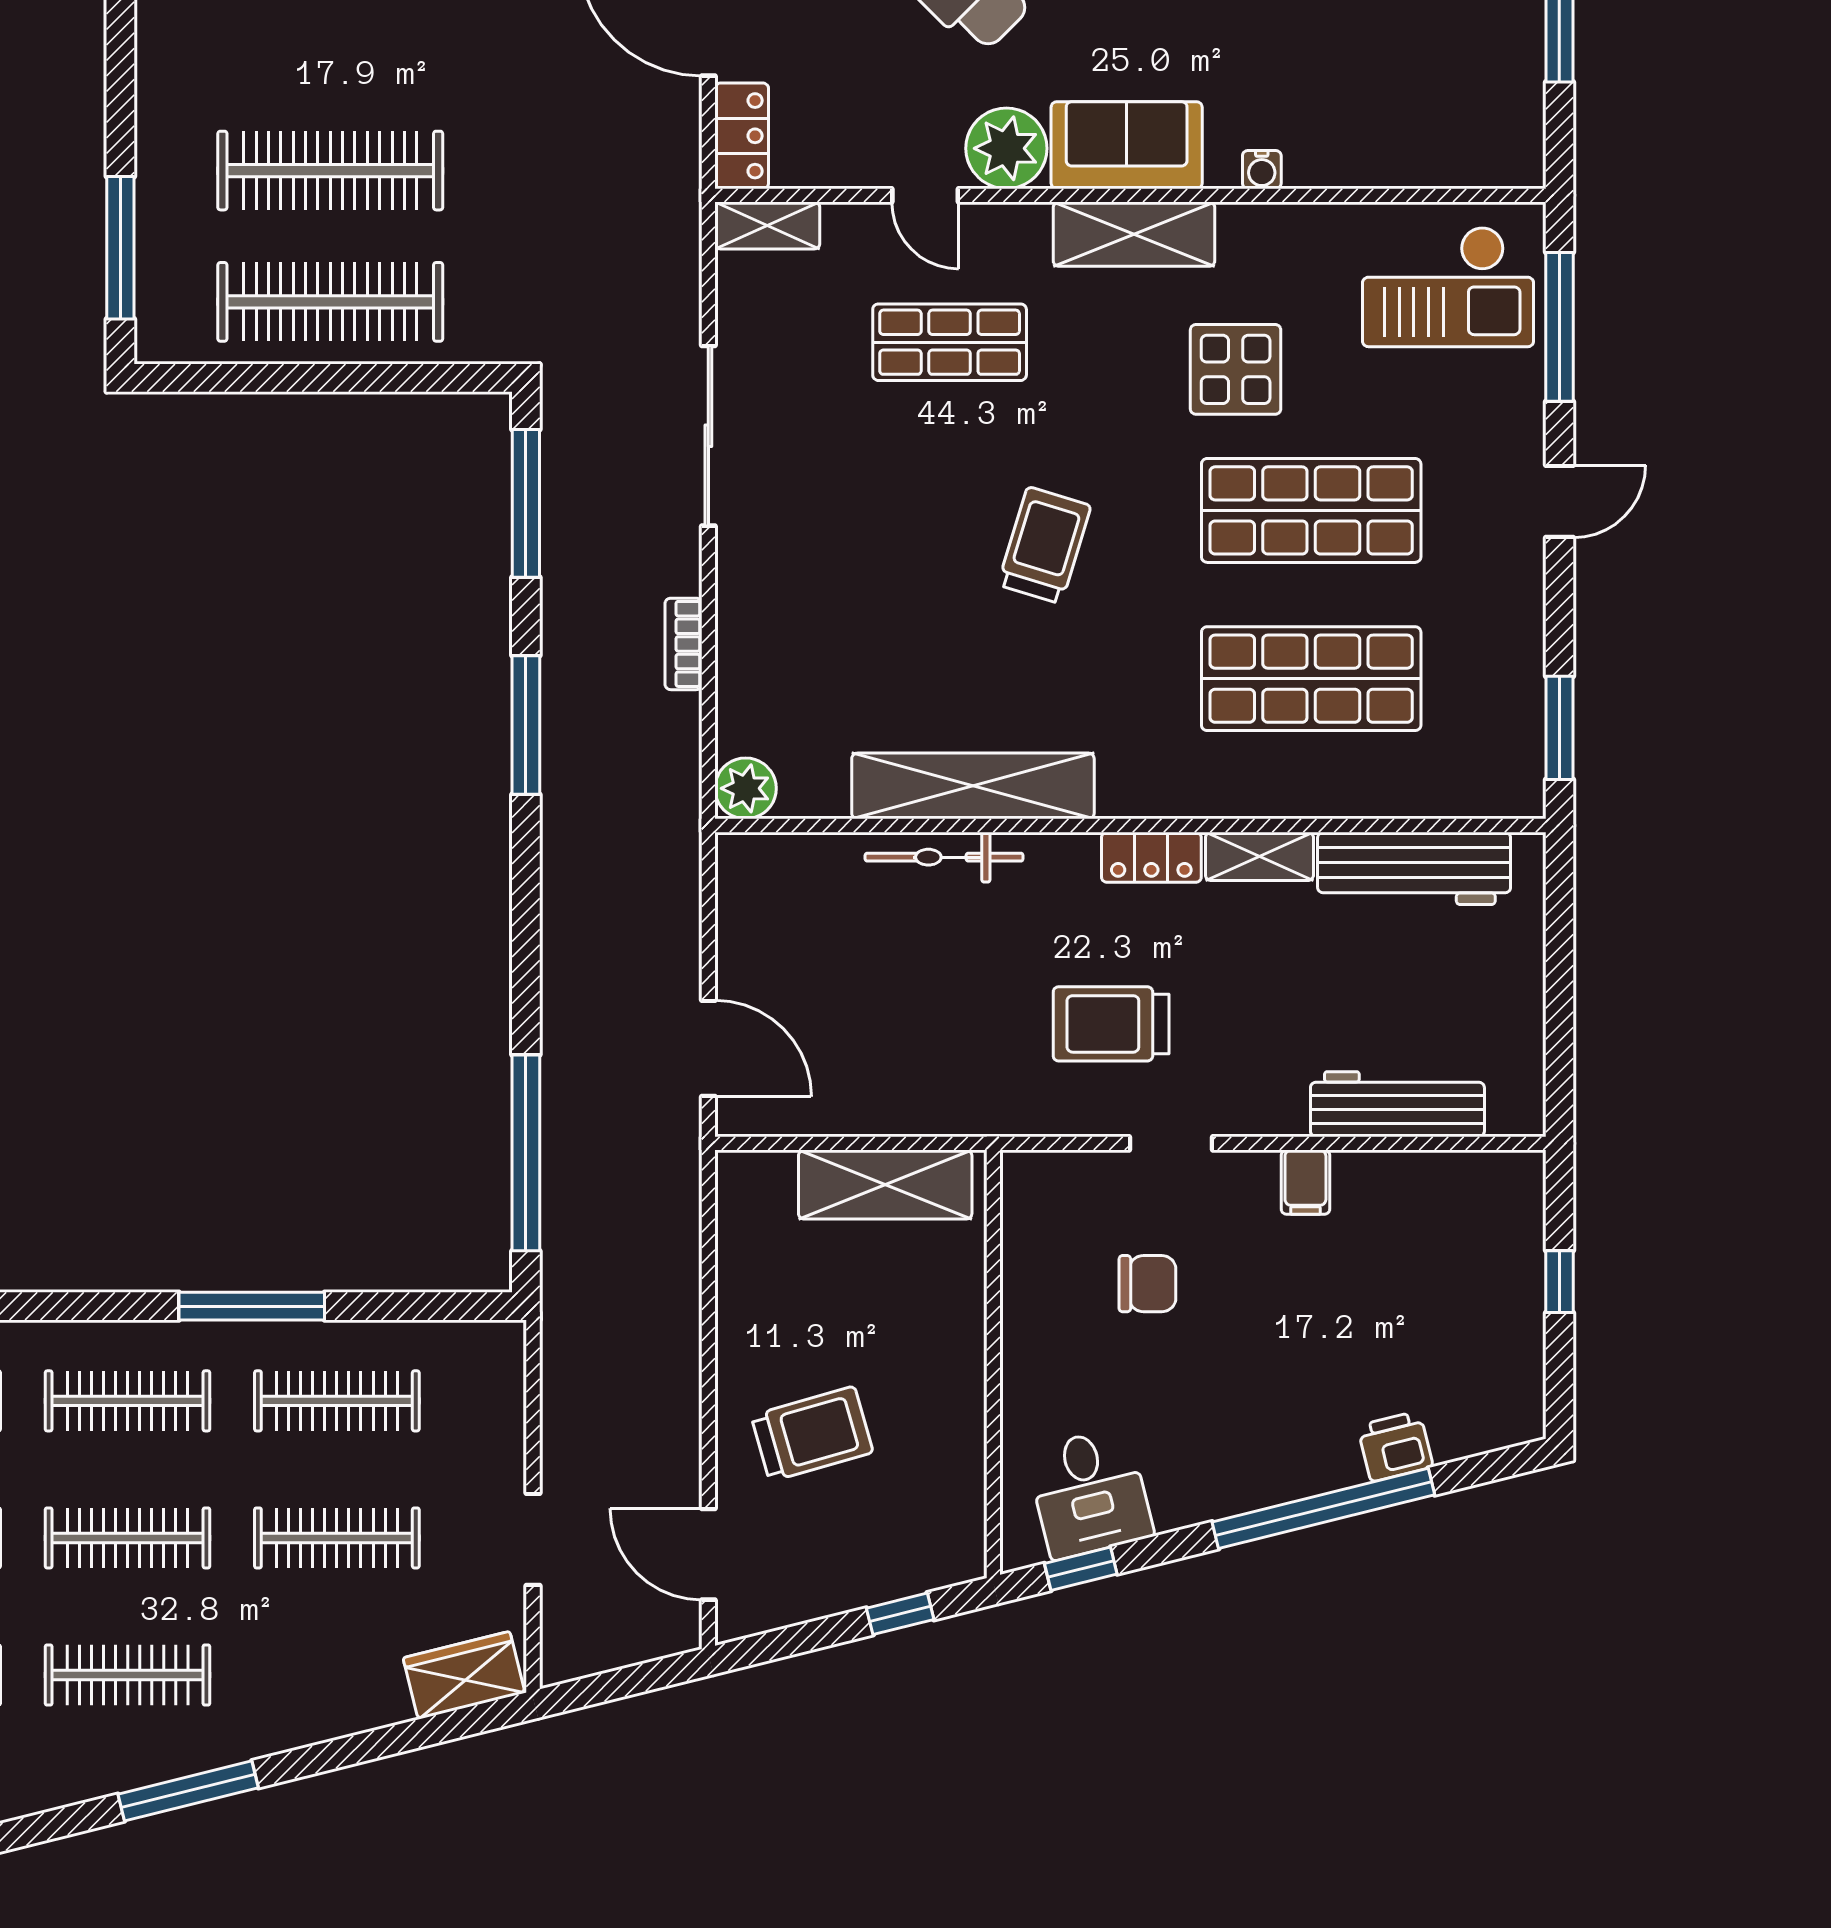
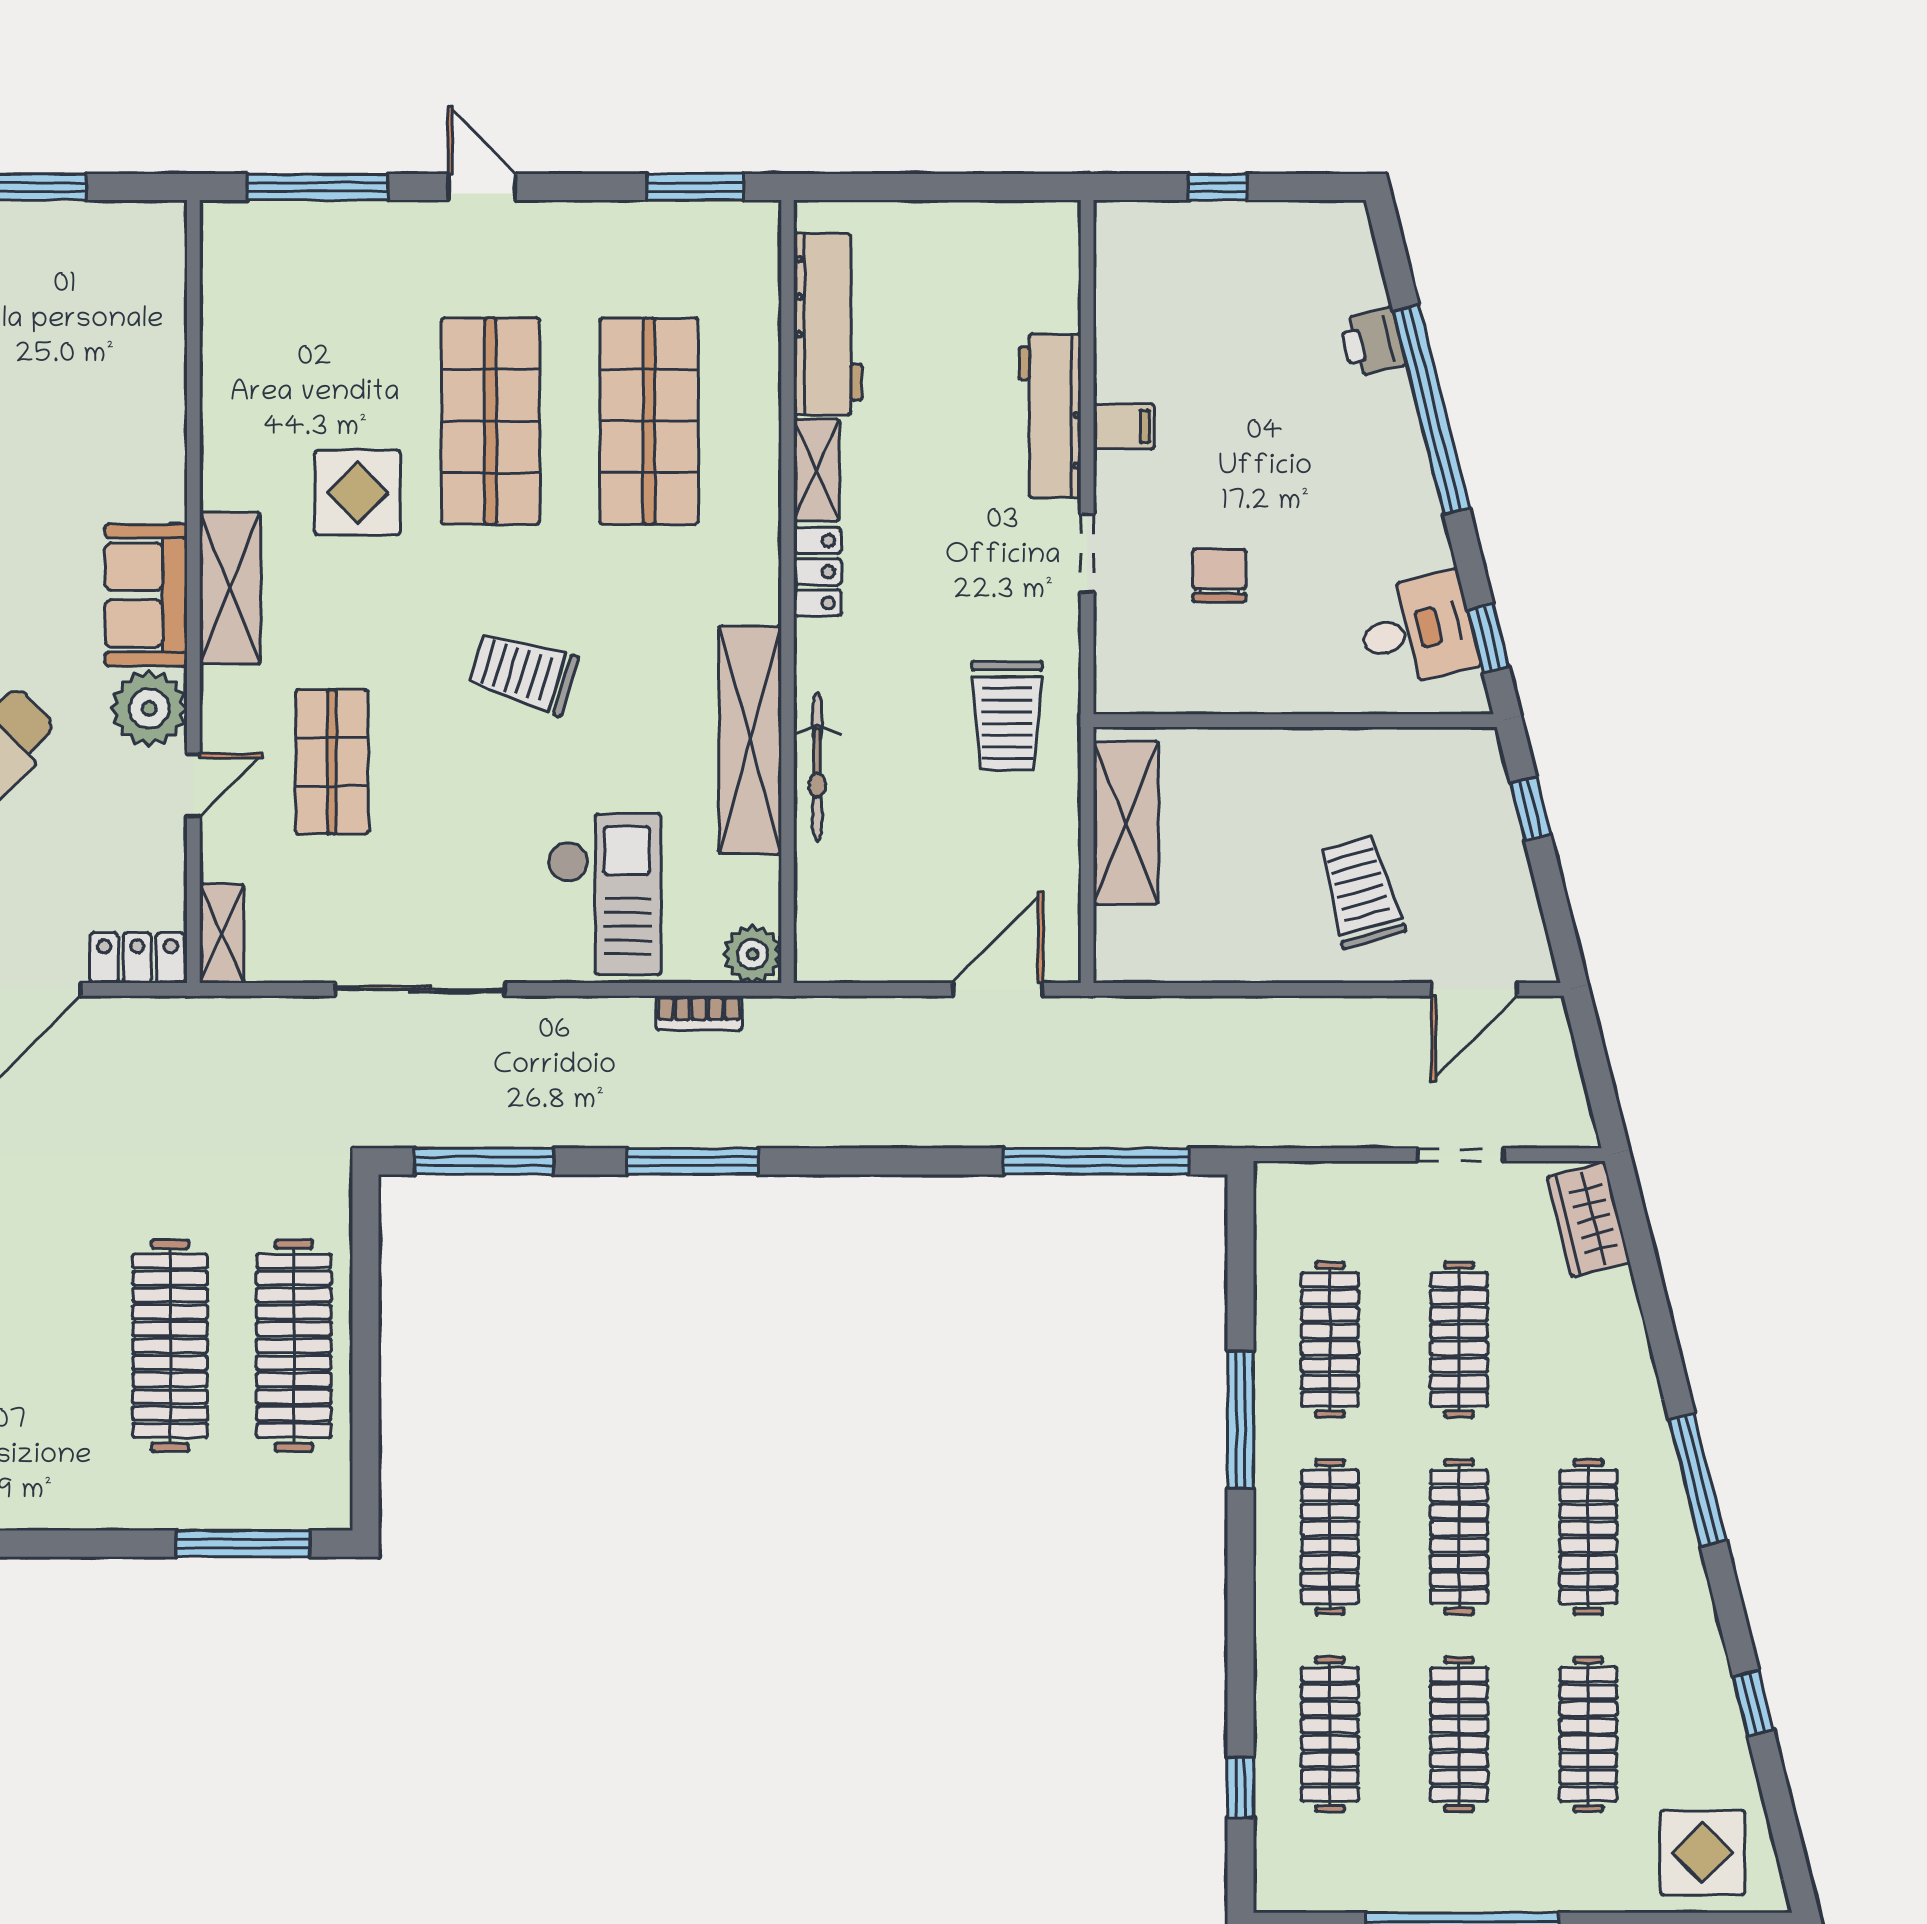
water cooler: (1262, 170) -> (169, 468), removed
checkout: (1448, 287) -> (604, 894), moved
bookcase: (683, 644) -> (699, 1013), moved
trolley: (1111, 1024) -> (1007, 716), moved
workbench: (1397, 1104) -> (1050, 416), moved

